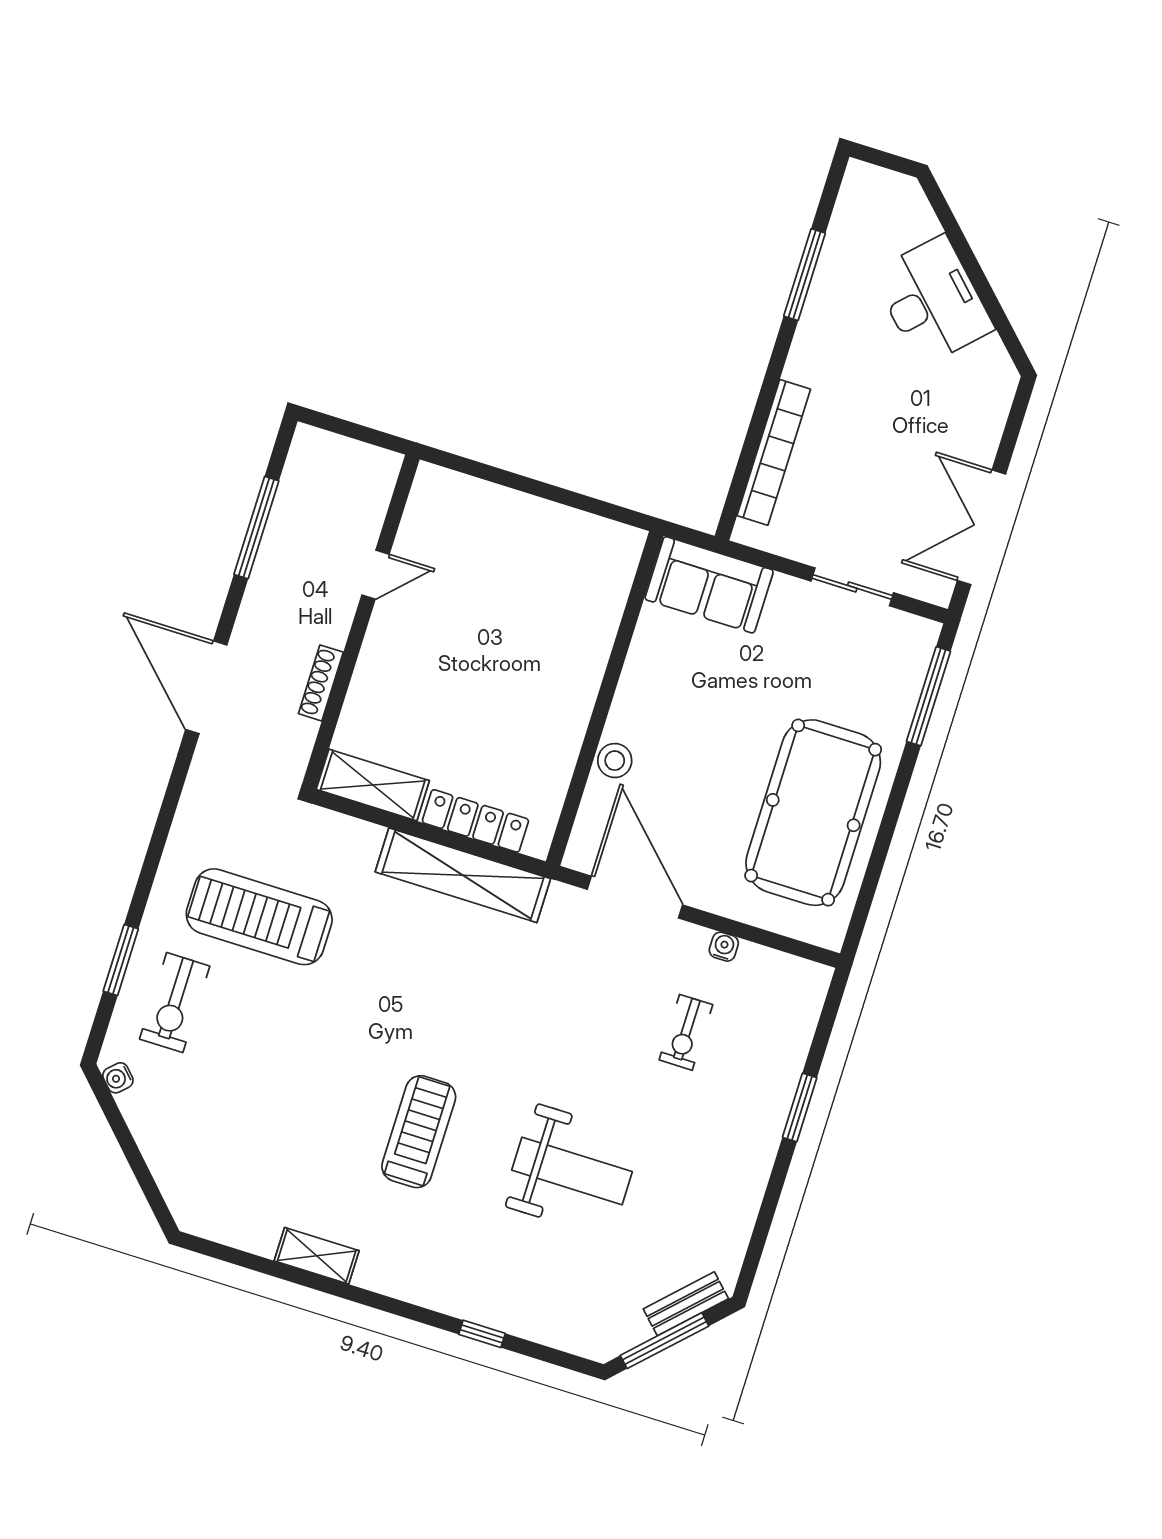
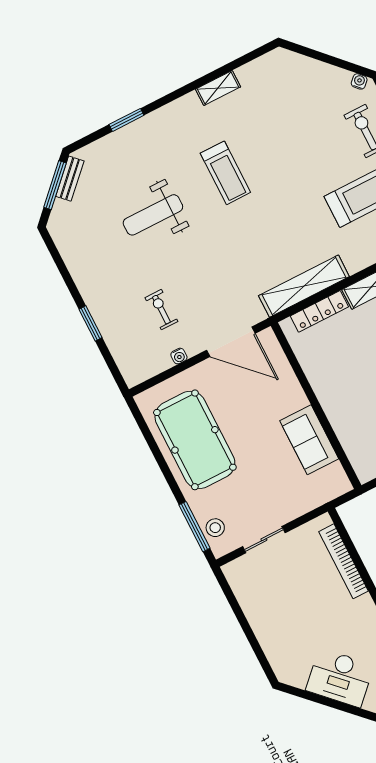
double door: (981, 527) -> (237, 610), removed
sofa: (709, 585) -> (309, 440), moved, turned -90
stool: (615, 761) -> (215, 528), moved
bench: (686, 1304) -> (70, 179), moved
window: (482, 1334) -> (126, 120), width x1.50

